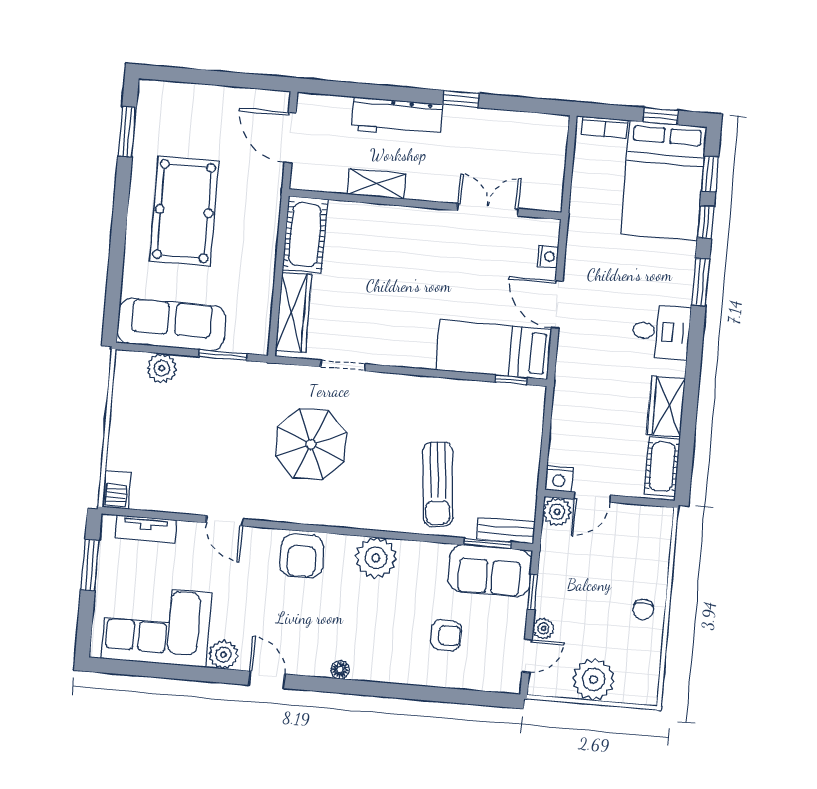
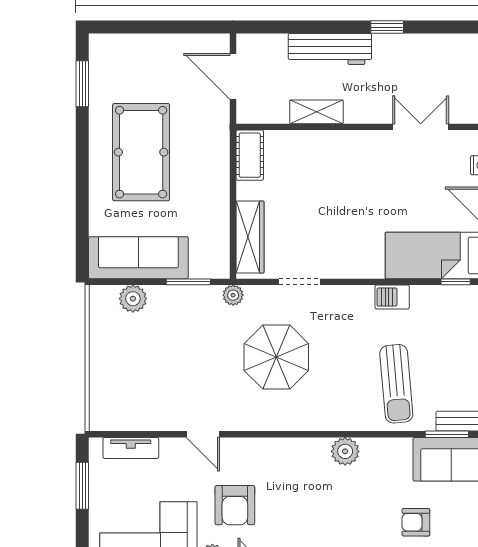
cot: (305, 235) -> (250, 155), width x0.73, depth x0.75
plant: (270, 374) -> (233, 295), added
barbecue: (116, 490) -> (392, 297), moved, turned 90
armchair: (302, 556) -> (235, 505), moved
plant: (376, 558) -> (345, 451), width x0.73, depth x0.73
armchair: (446, 635) -> (416, 522), turned 180

